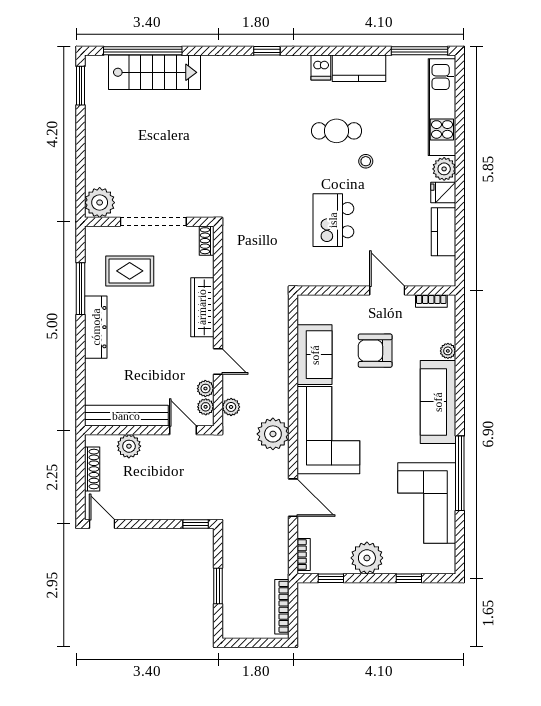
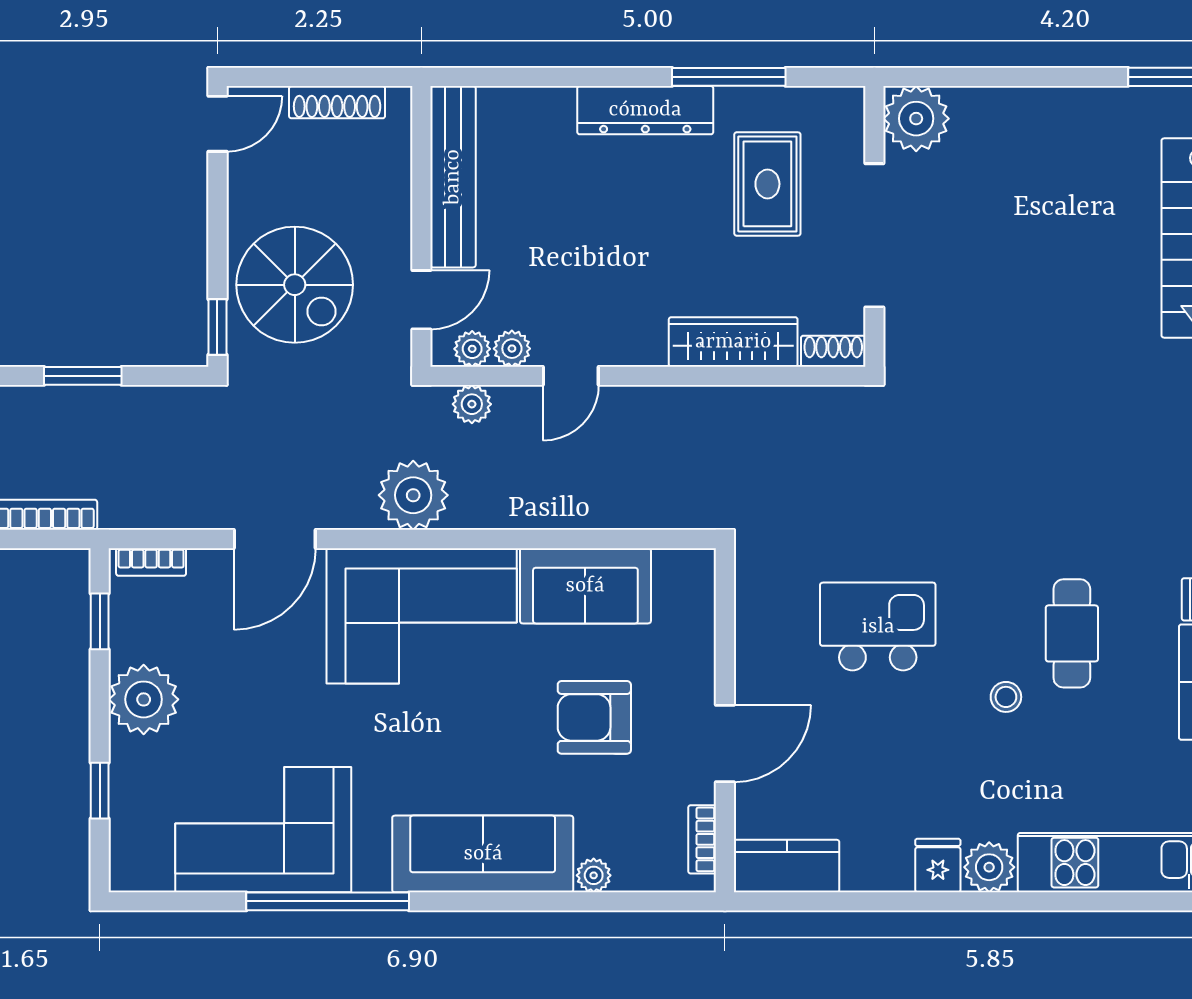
kitchen counter: (444, 232) -> (787, 866), moved
wardrobe: (202, 307) -> (733, 342), moved
armchair: (375, 351) -> (594, 717), turned -90
plant: (129, 446) -> (387, 182), removed
spiral stairs: (176, 488) -> (295, 285), added

